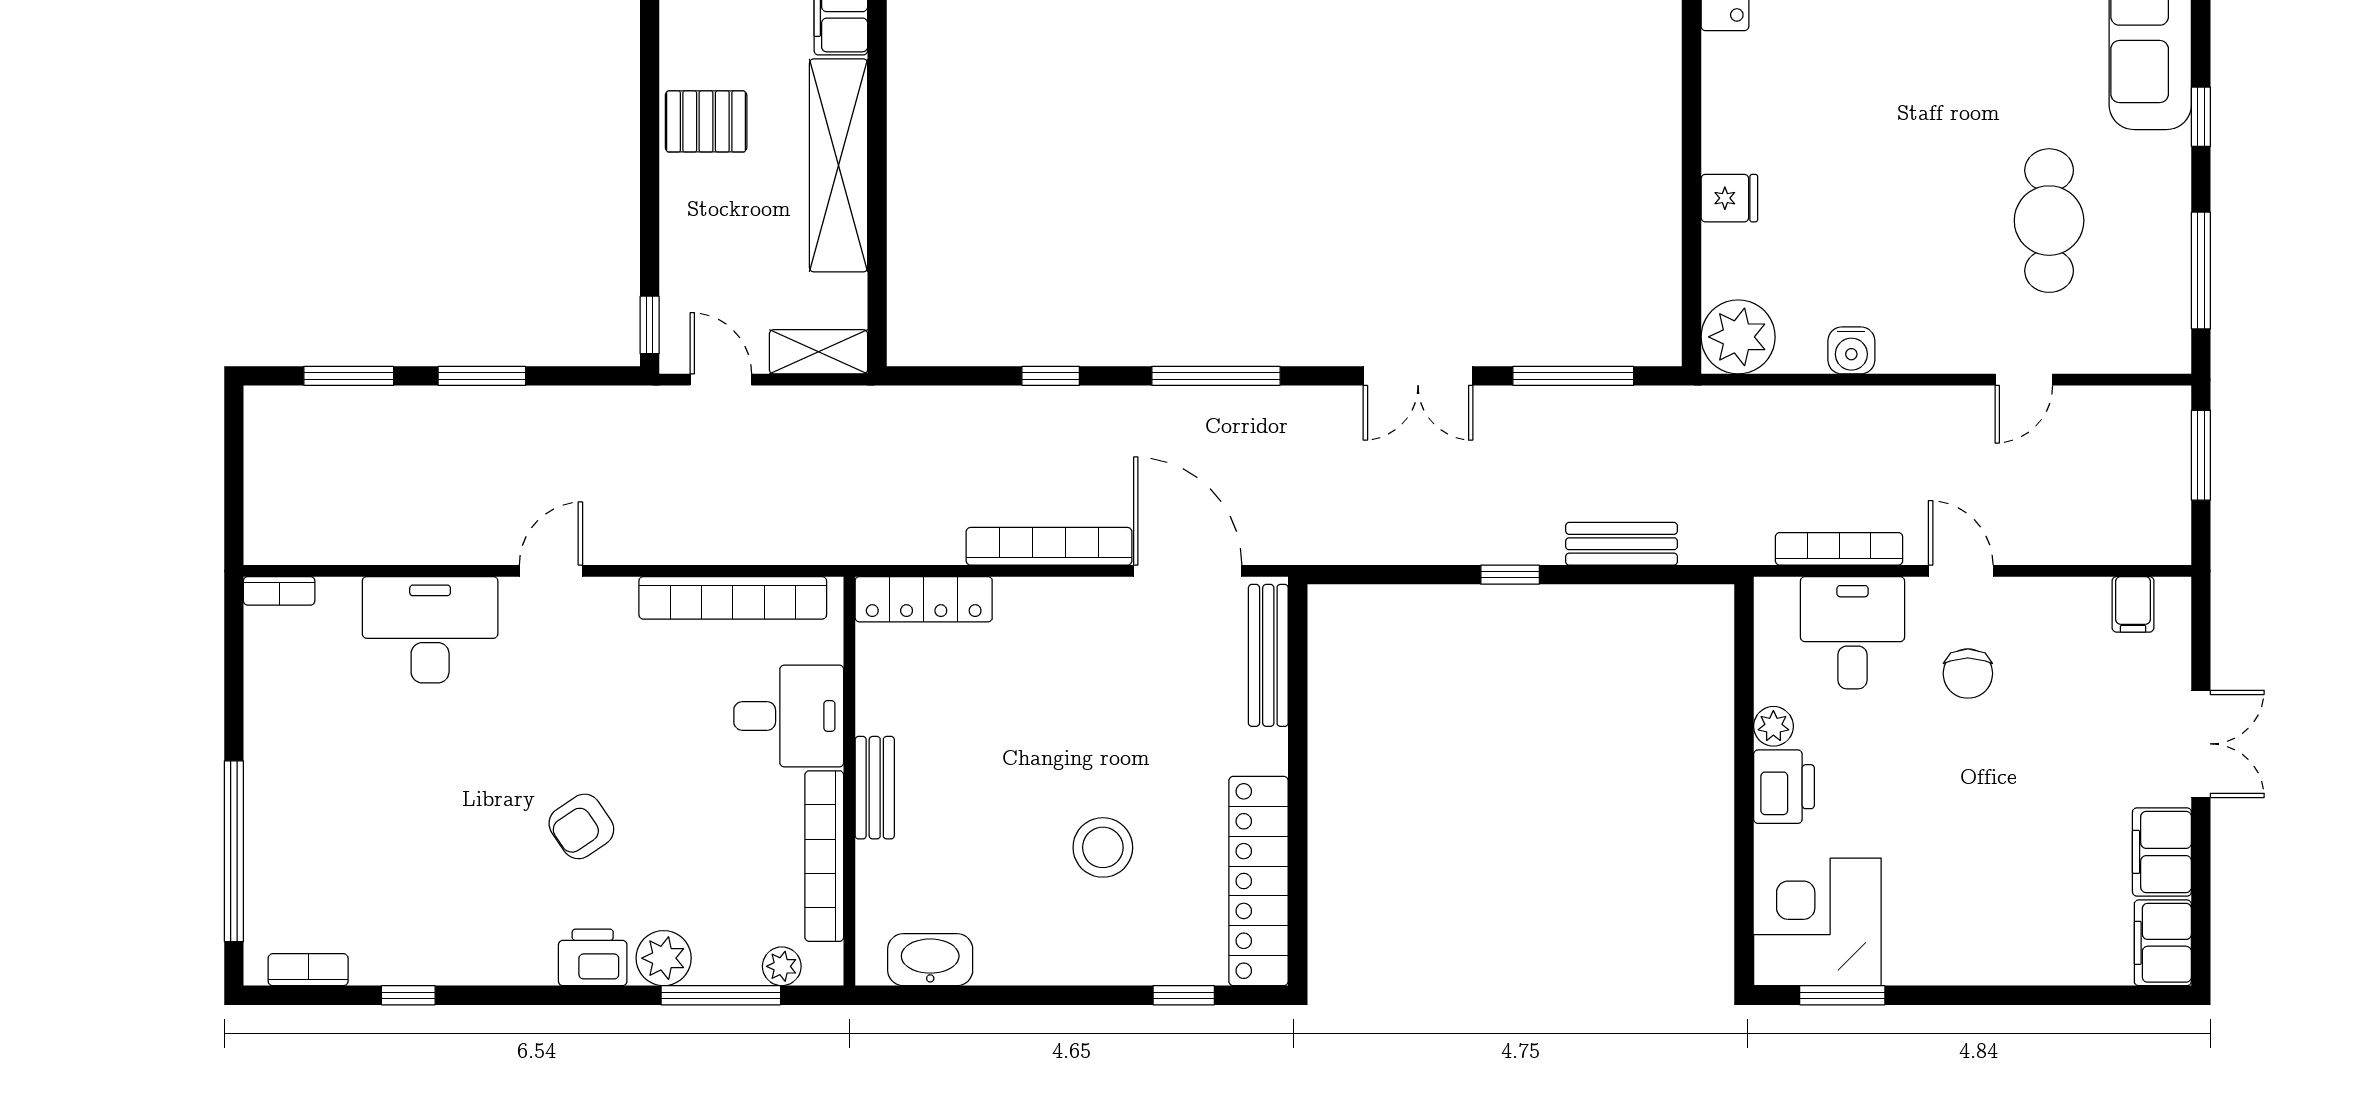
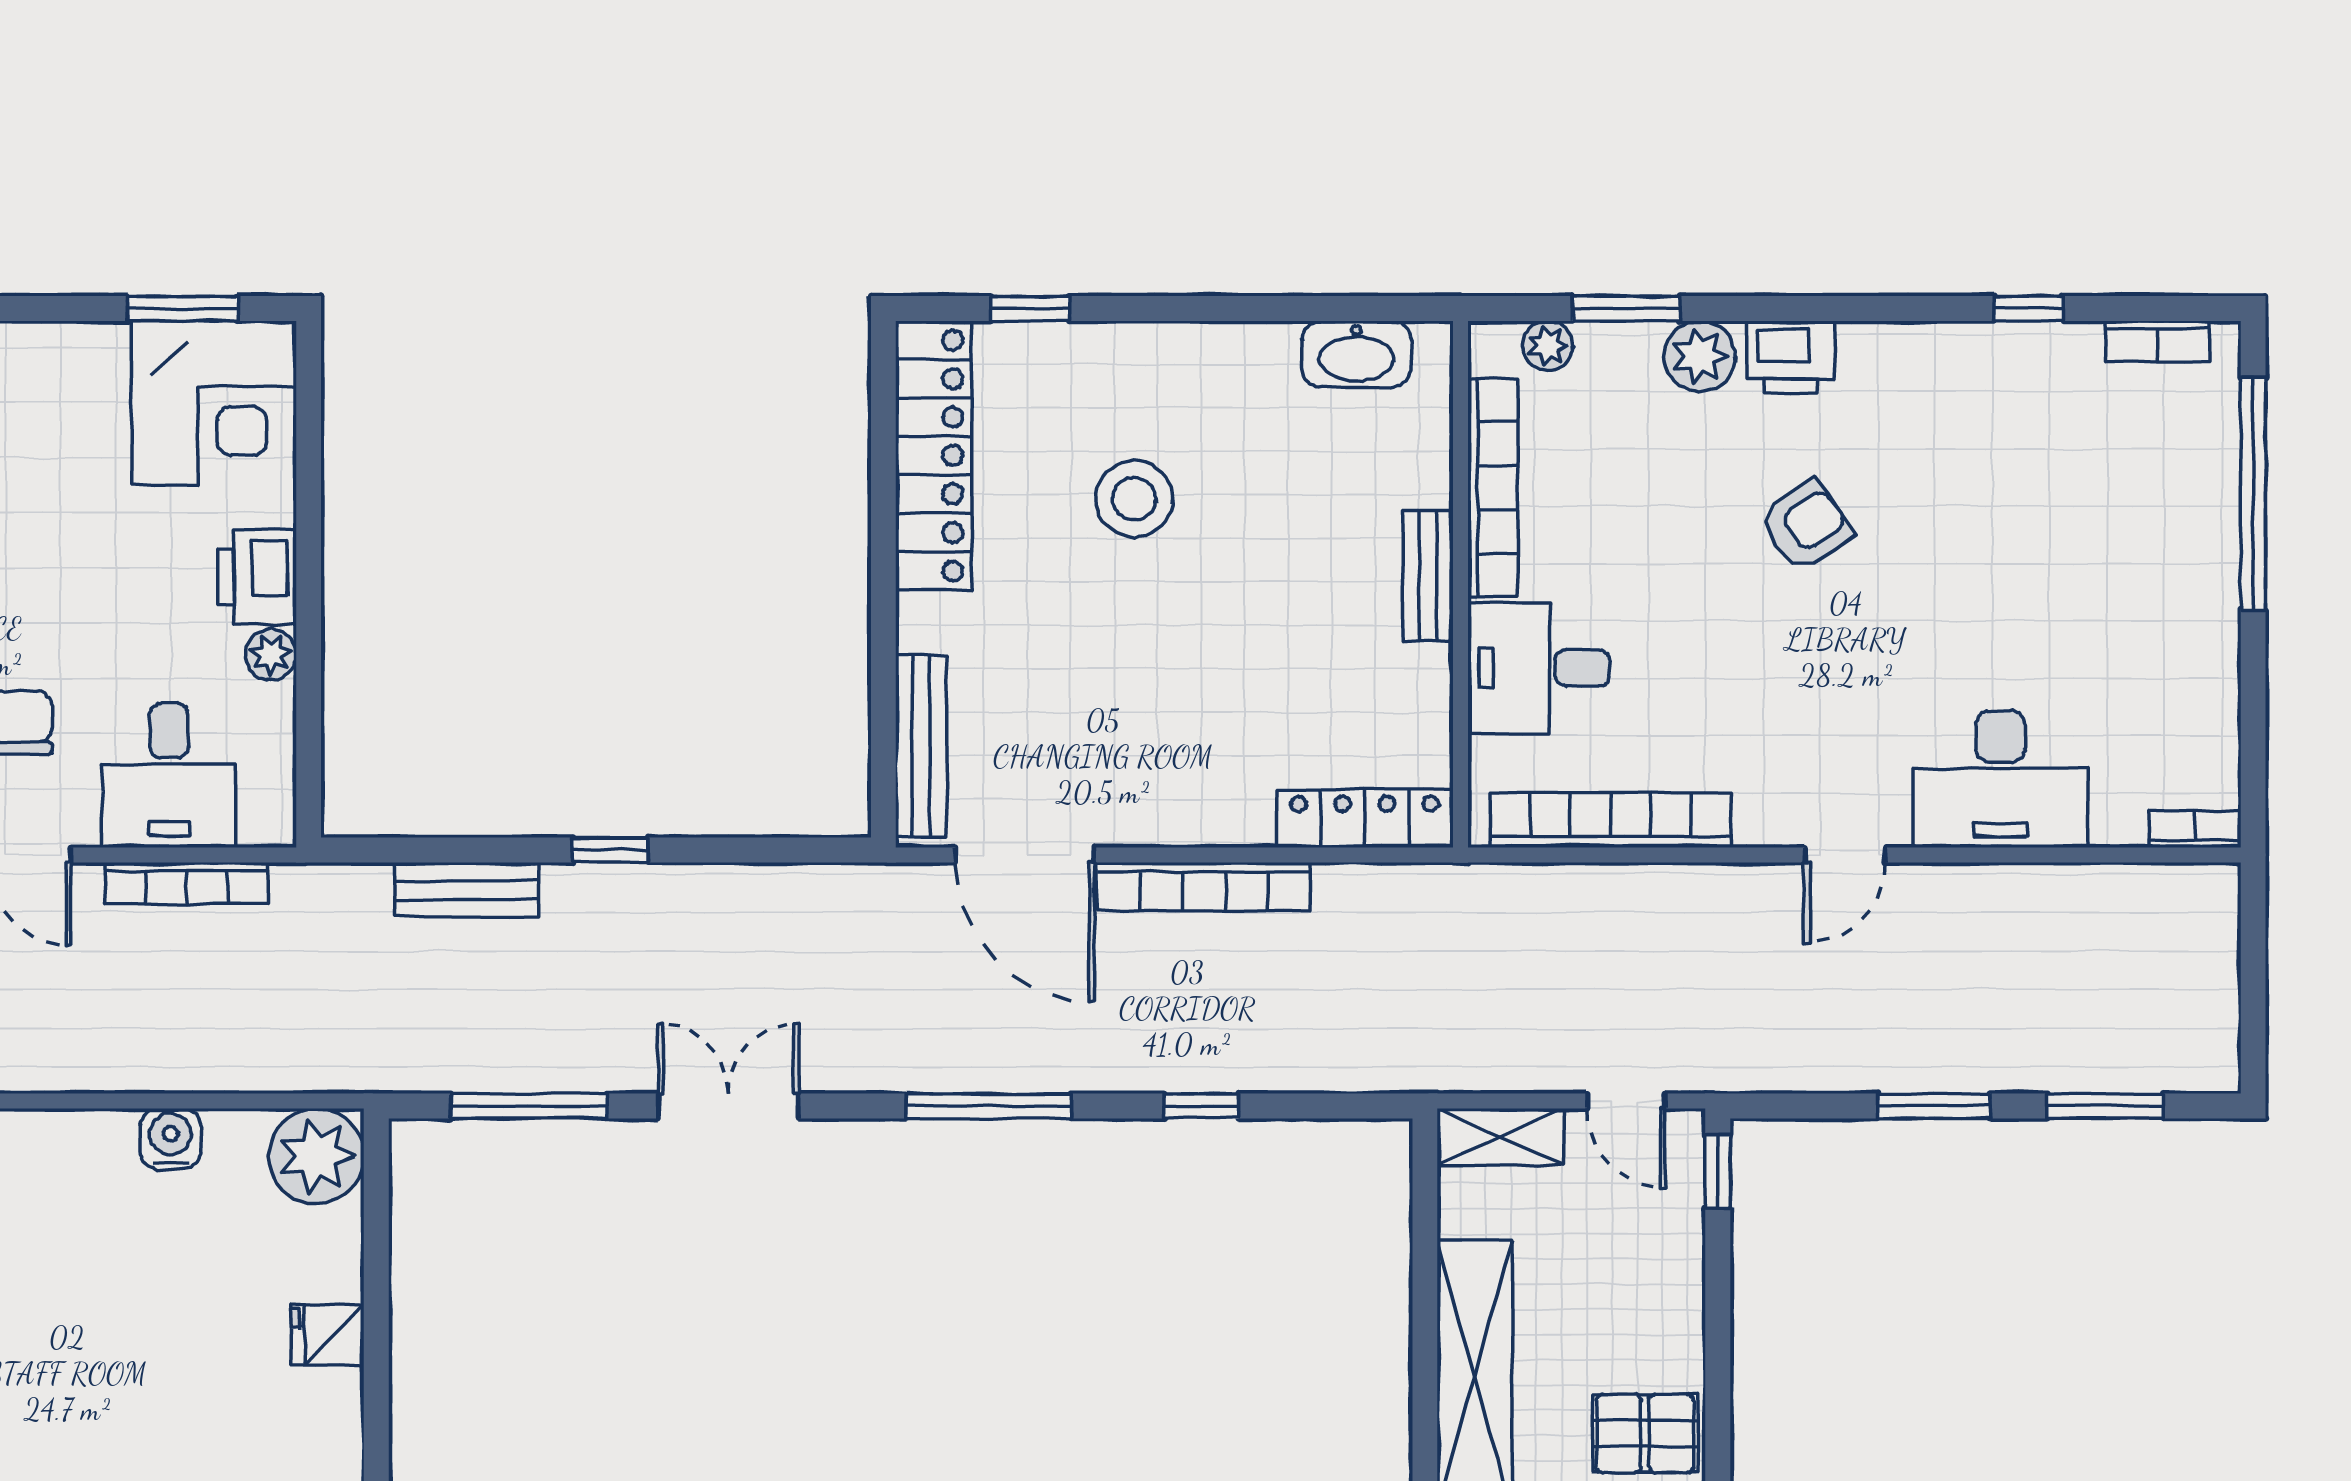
window: (721, 995) -> (1626, 308), width x0.69

